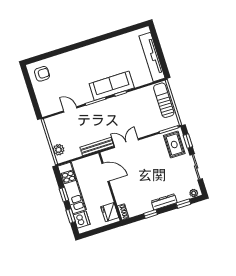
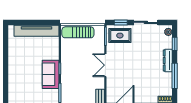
sofa: (112, 86) -> (51, 74), width x0.73
double door: (126, 143) -> (105, 65), moved
window: (151, 214) -> (175, 76), width x2.17

